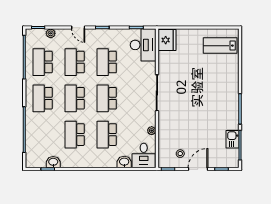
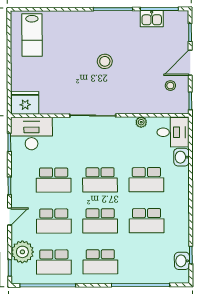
plant: (51, 33) -> (22, 252), width x1.88, depth x1.88
stool: (199, 102) -> (105, 61), added
washbasin: (53, 162) -> (182, 261), moved
door: (198, 169) -> (190, 63), hinge flipped

